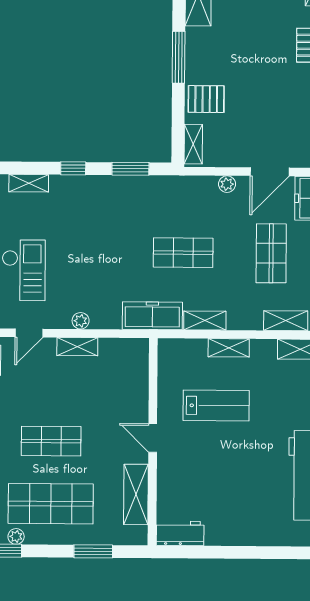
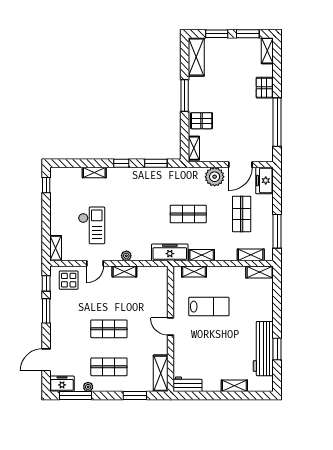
plant: (227, 184) -> (215, 177), width x1.87, depth x1.87
shelving: (229, 348) -> (194, 272), moved
shelving: (136, 494) -> (161, 373), moved
shop shelf: (51, 504) -> (109, 367), width x0.70, depth x0.74
shelving: (257, 536) -> (234, 386), added

